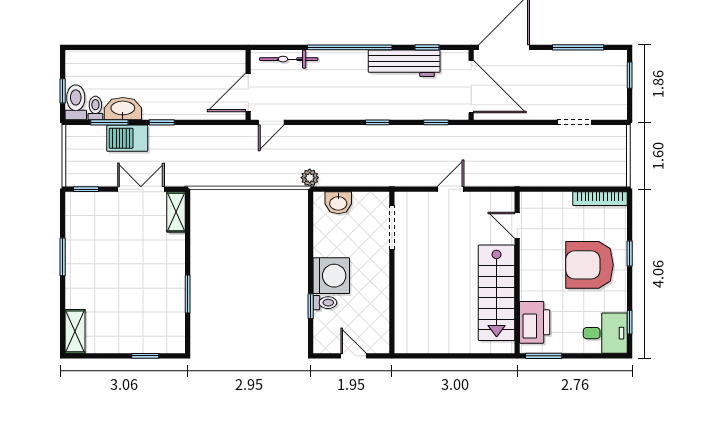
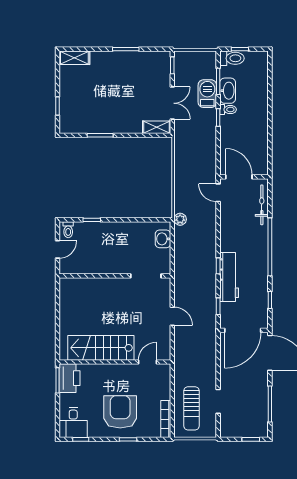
workbench: (404, 63) -> (229, 277), moved, turned 180
toilet: (95, 108) -> (228, 110), moved
sun lounger: (584, 161) -> (191, 408), added
washing machine: (331, 276) -> (113, 234), removed
toilet: (325, 303) -> (68, 230), moved
printer: (535, 322) -> (70, 378), moved, turned -90

